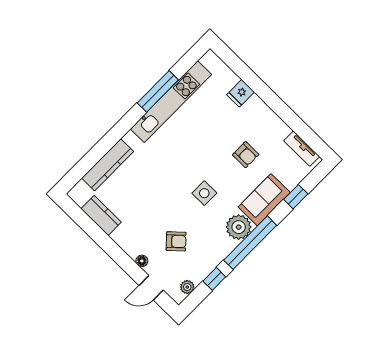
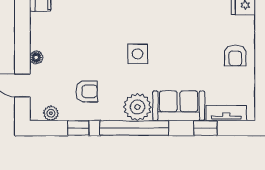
tv unit: (302, 149) -> (226, 113), moved, turned 90
armchair: (246, 155) -> (235, 55), moved
armchair: (176, 241) -> (87, 91), moved, turned -48

